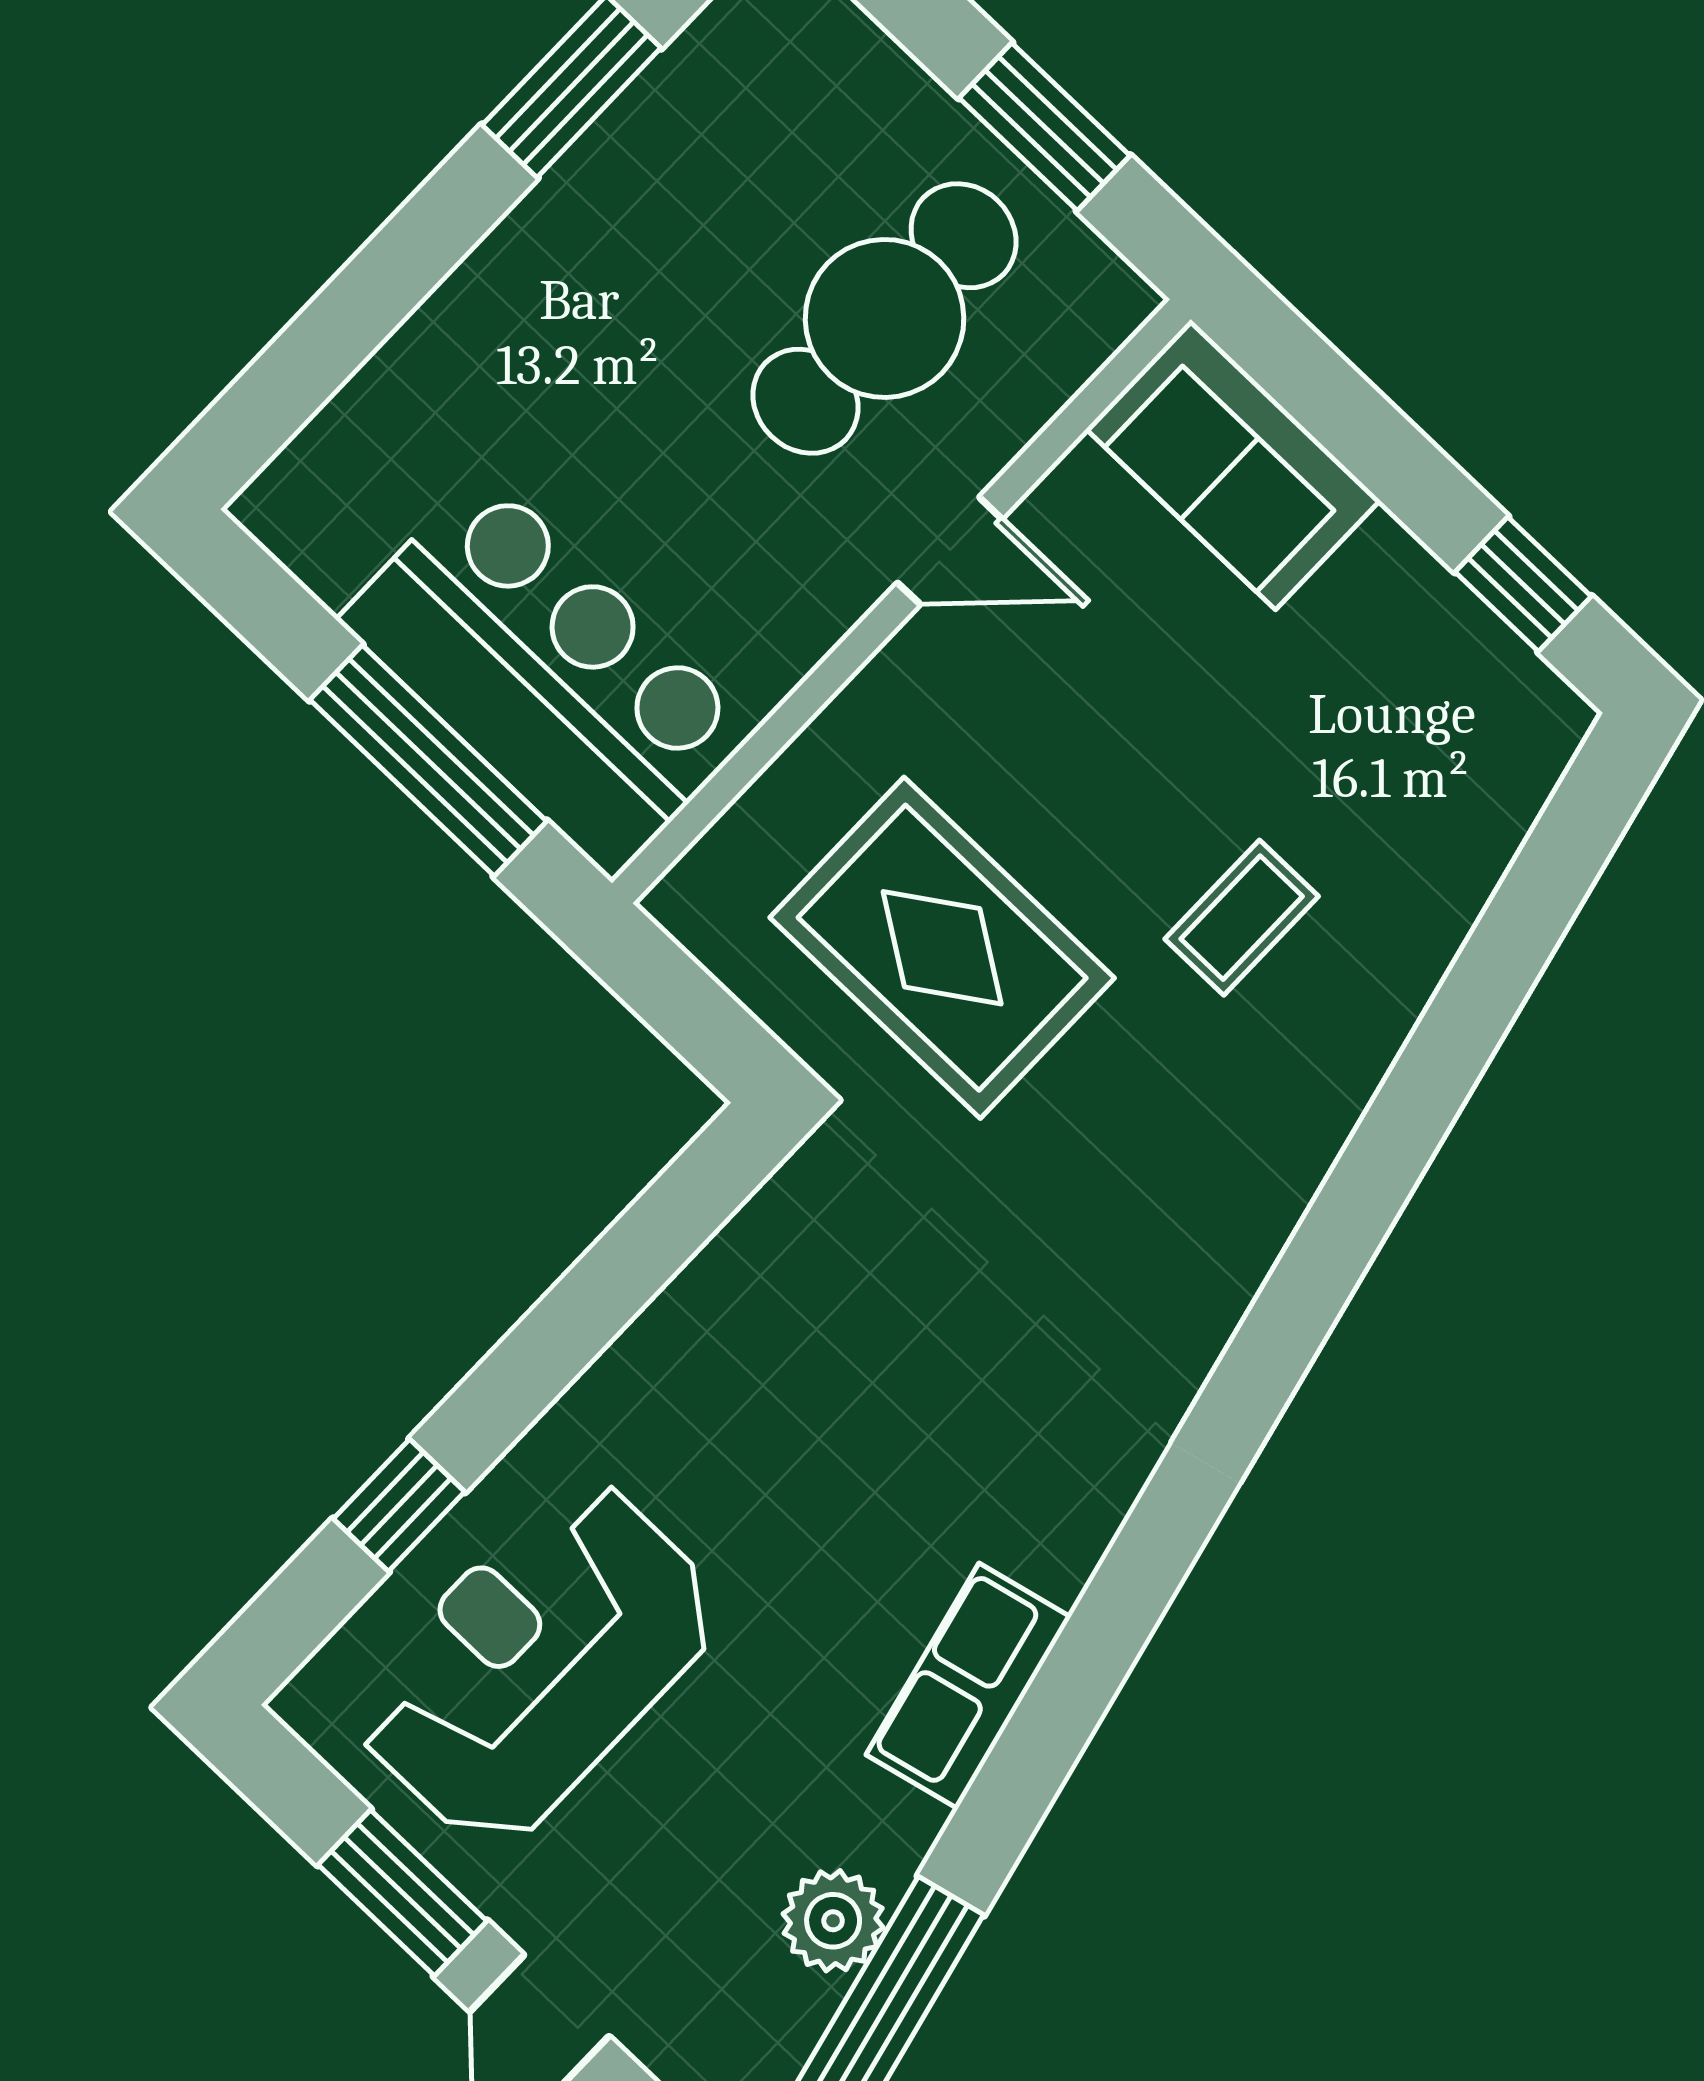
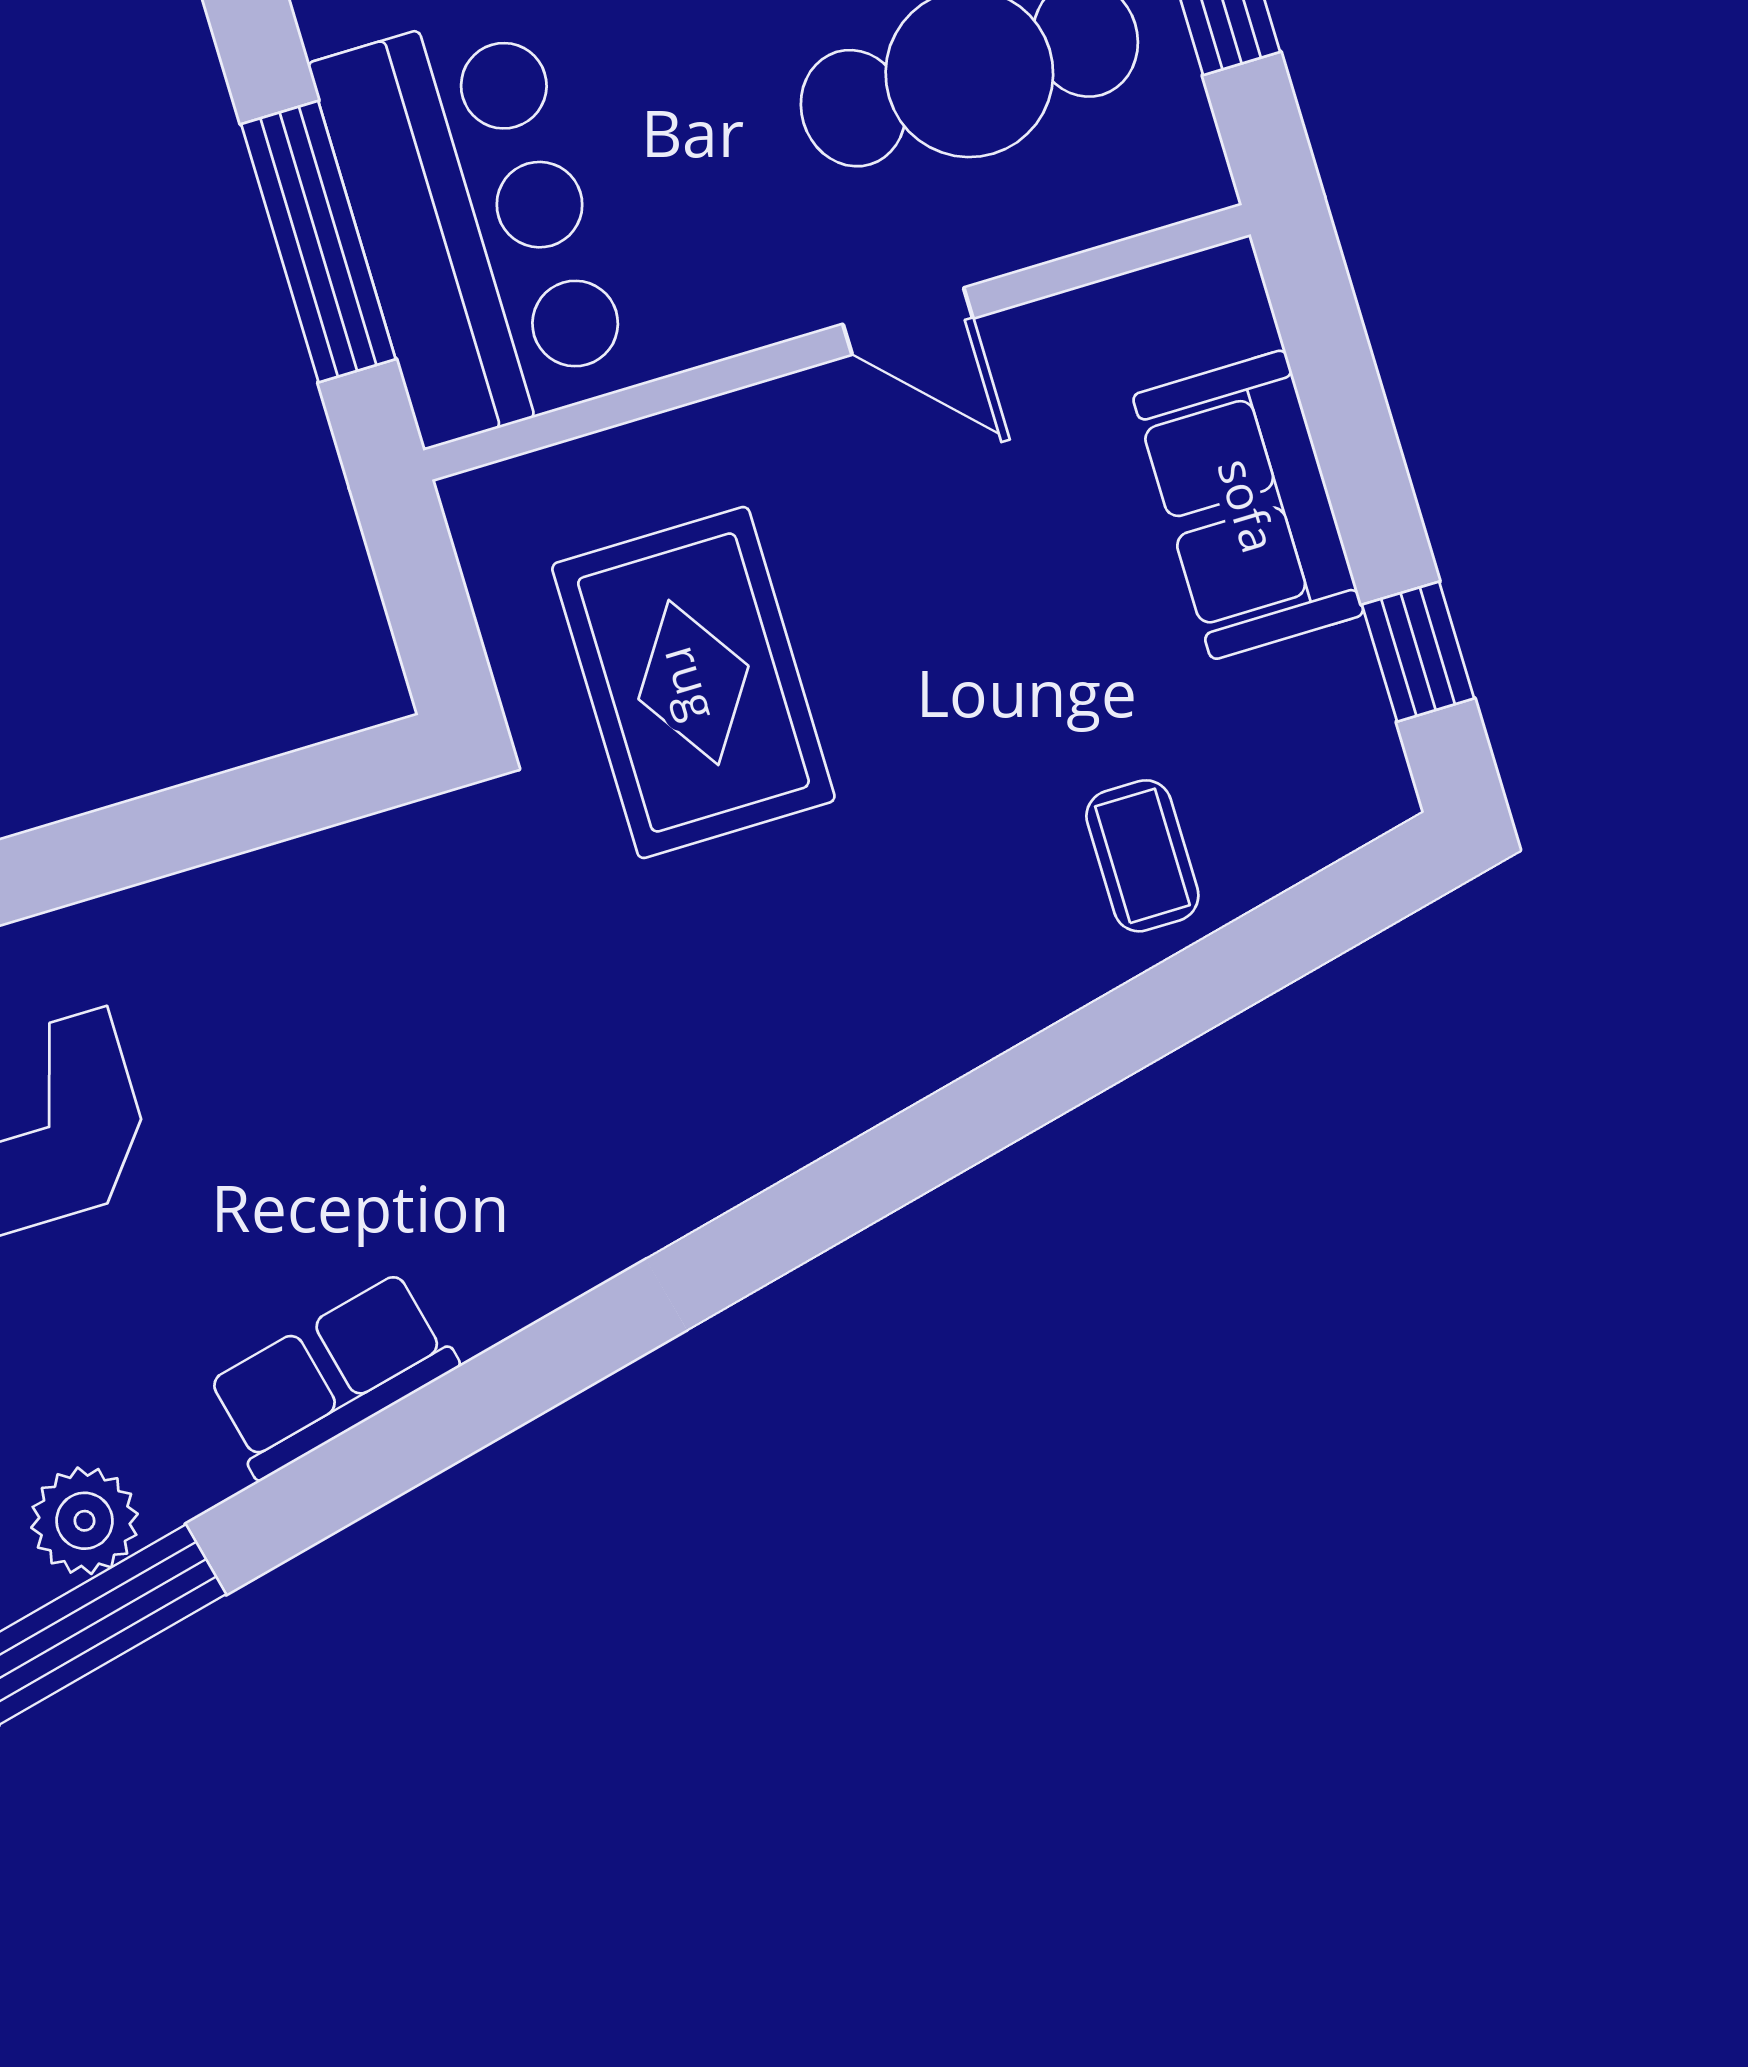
sofa: (1233, 465) -> (1248, 505), moved
coffee table: (1242, 918) -> (1142, 856), moved, turned 90

